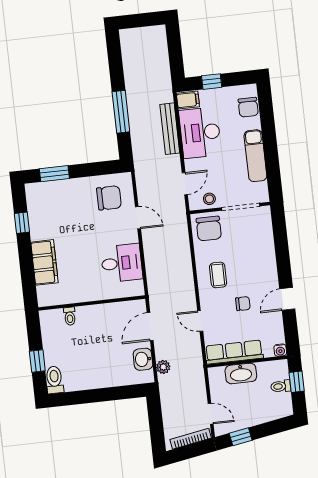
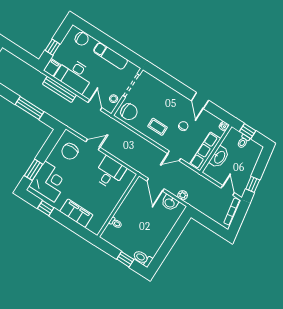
chair: (109, 198) -> (70, 151), turned 180
corner desk: (56, 203) -> (49, 181), added
door: (211, 414) -> (228, 190), hinge flipped

